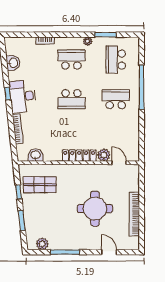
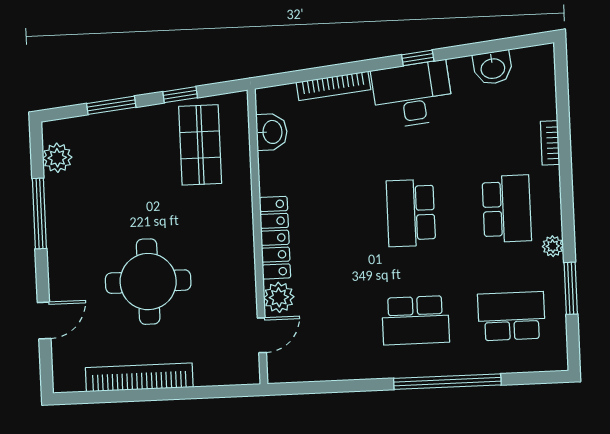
school desk: (116, 99) -> (416, 320), turned 90

